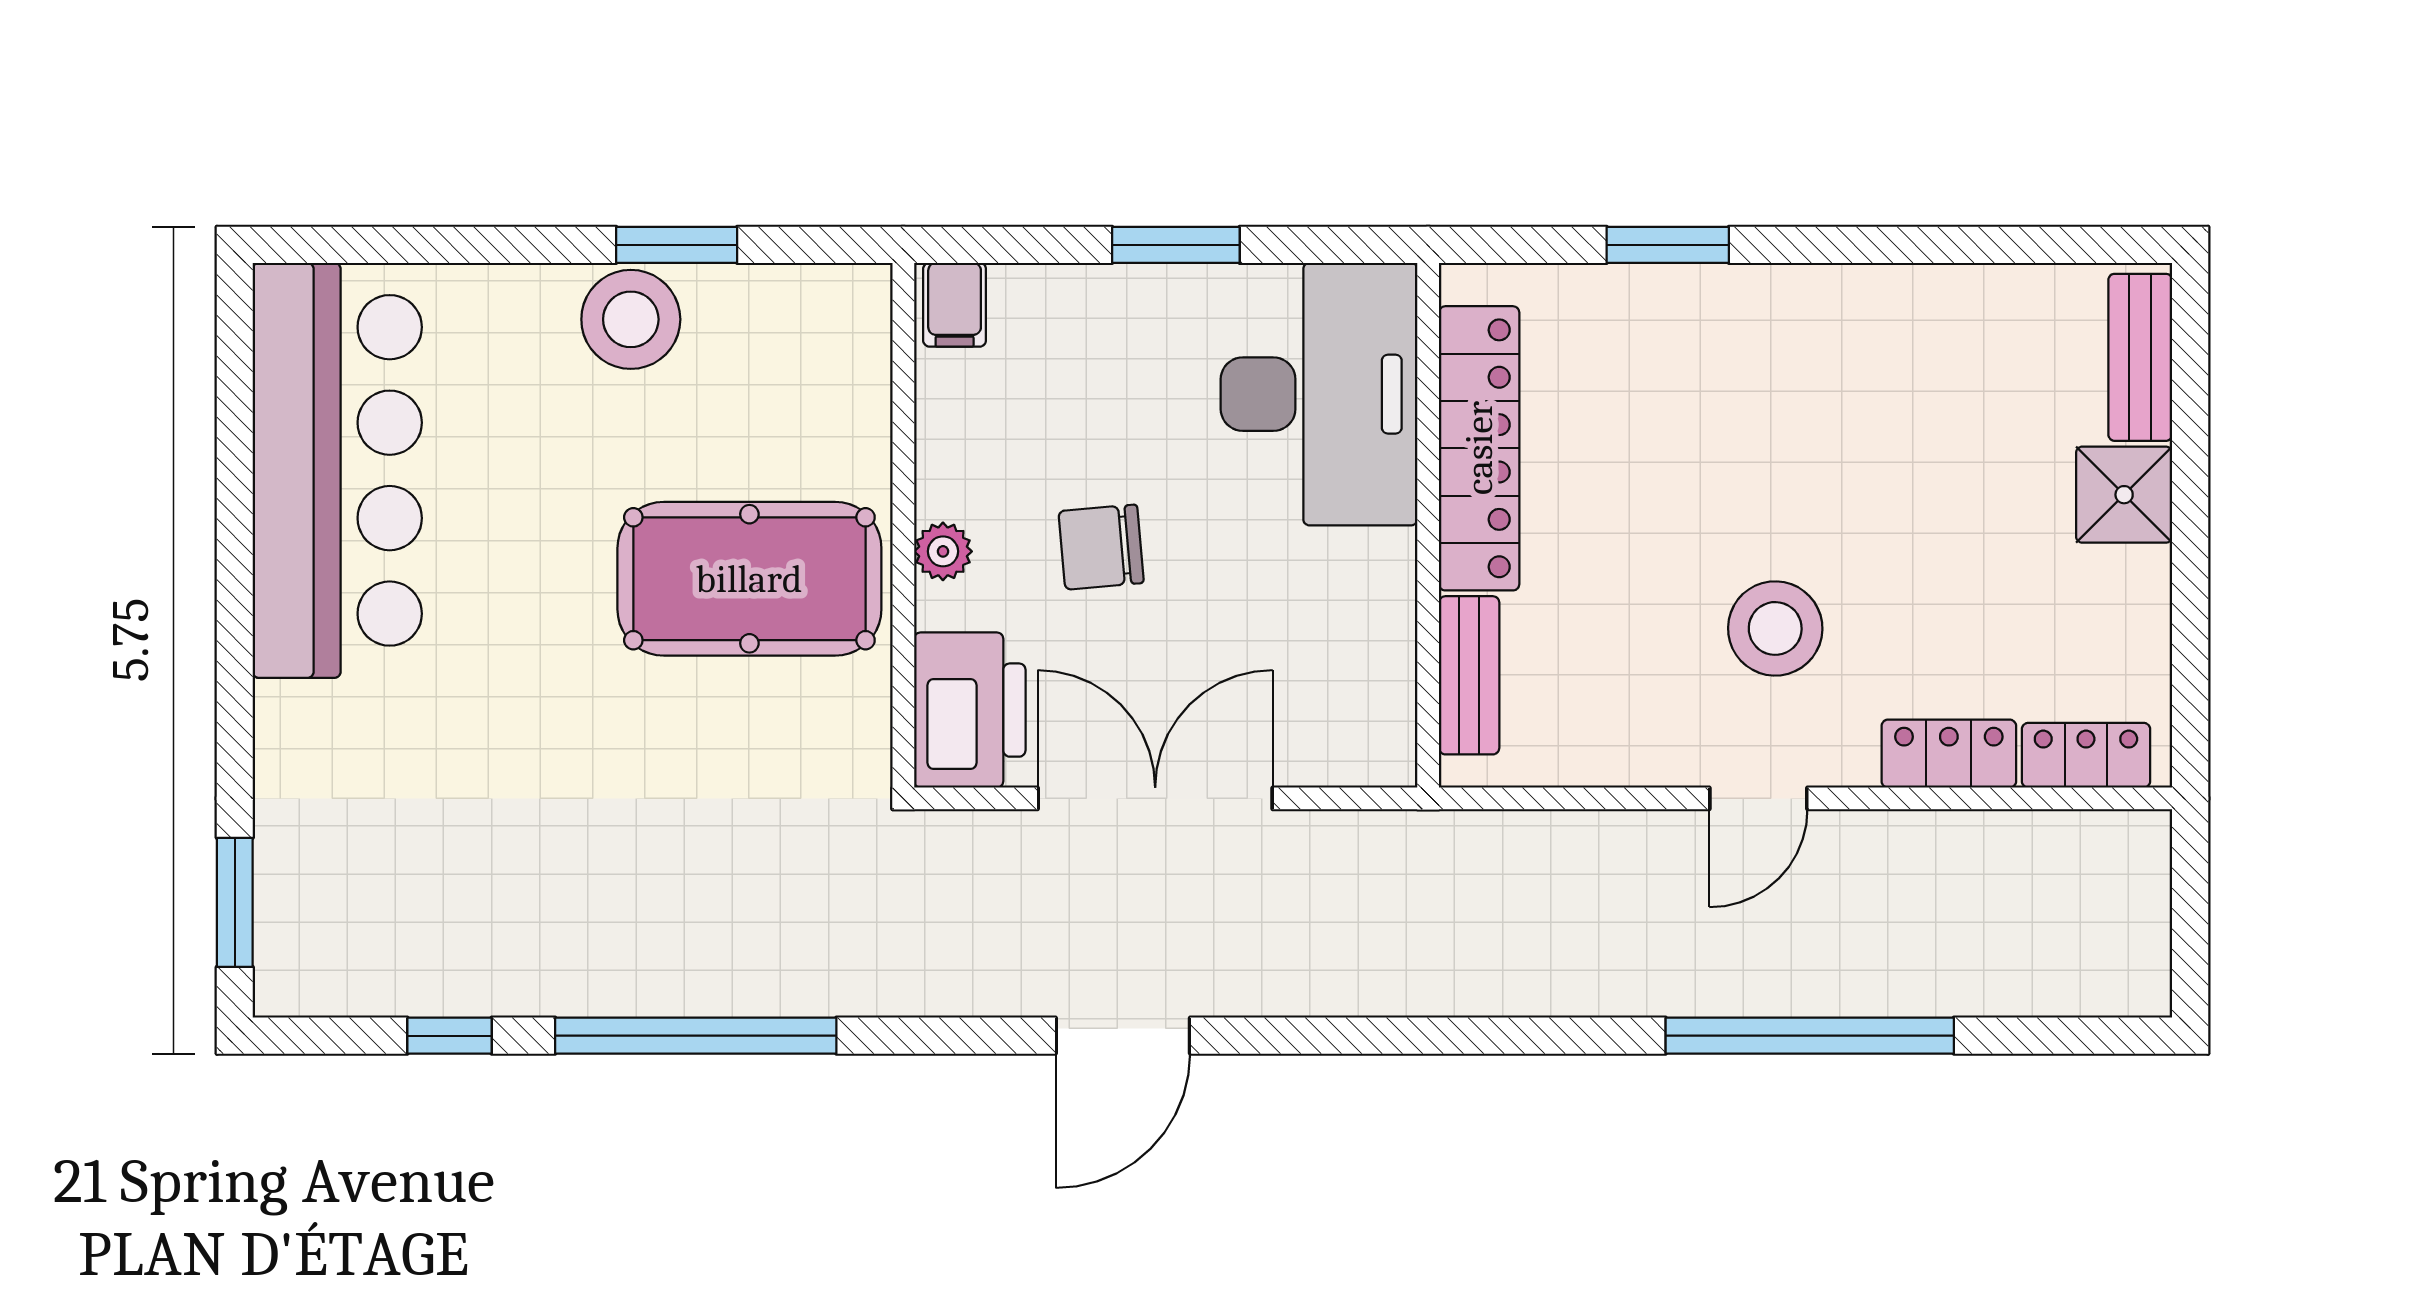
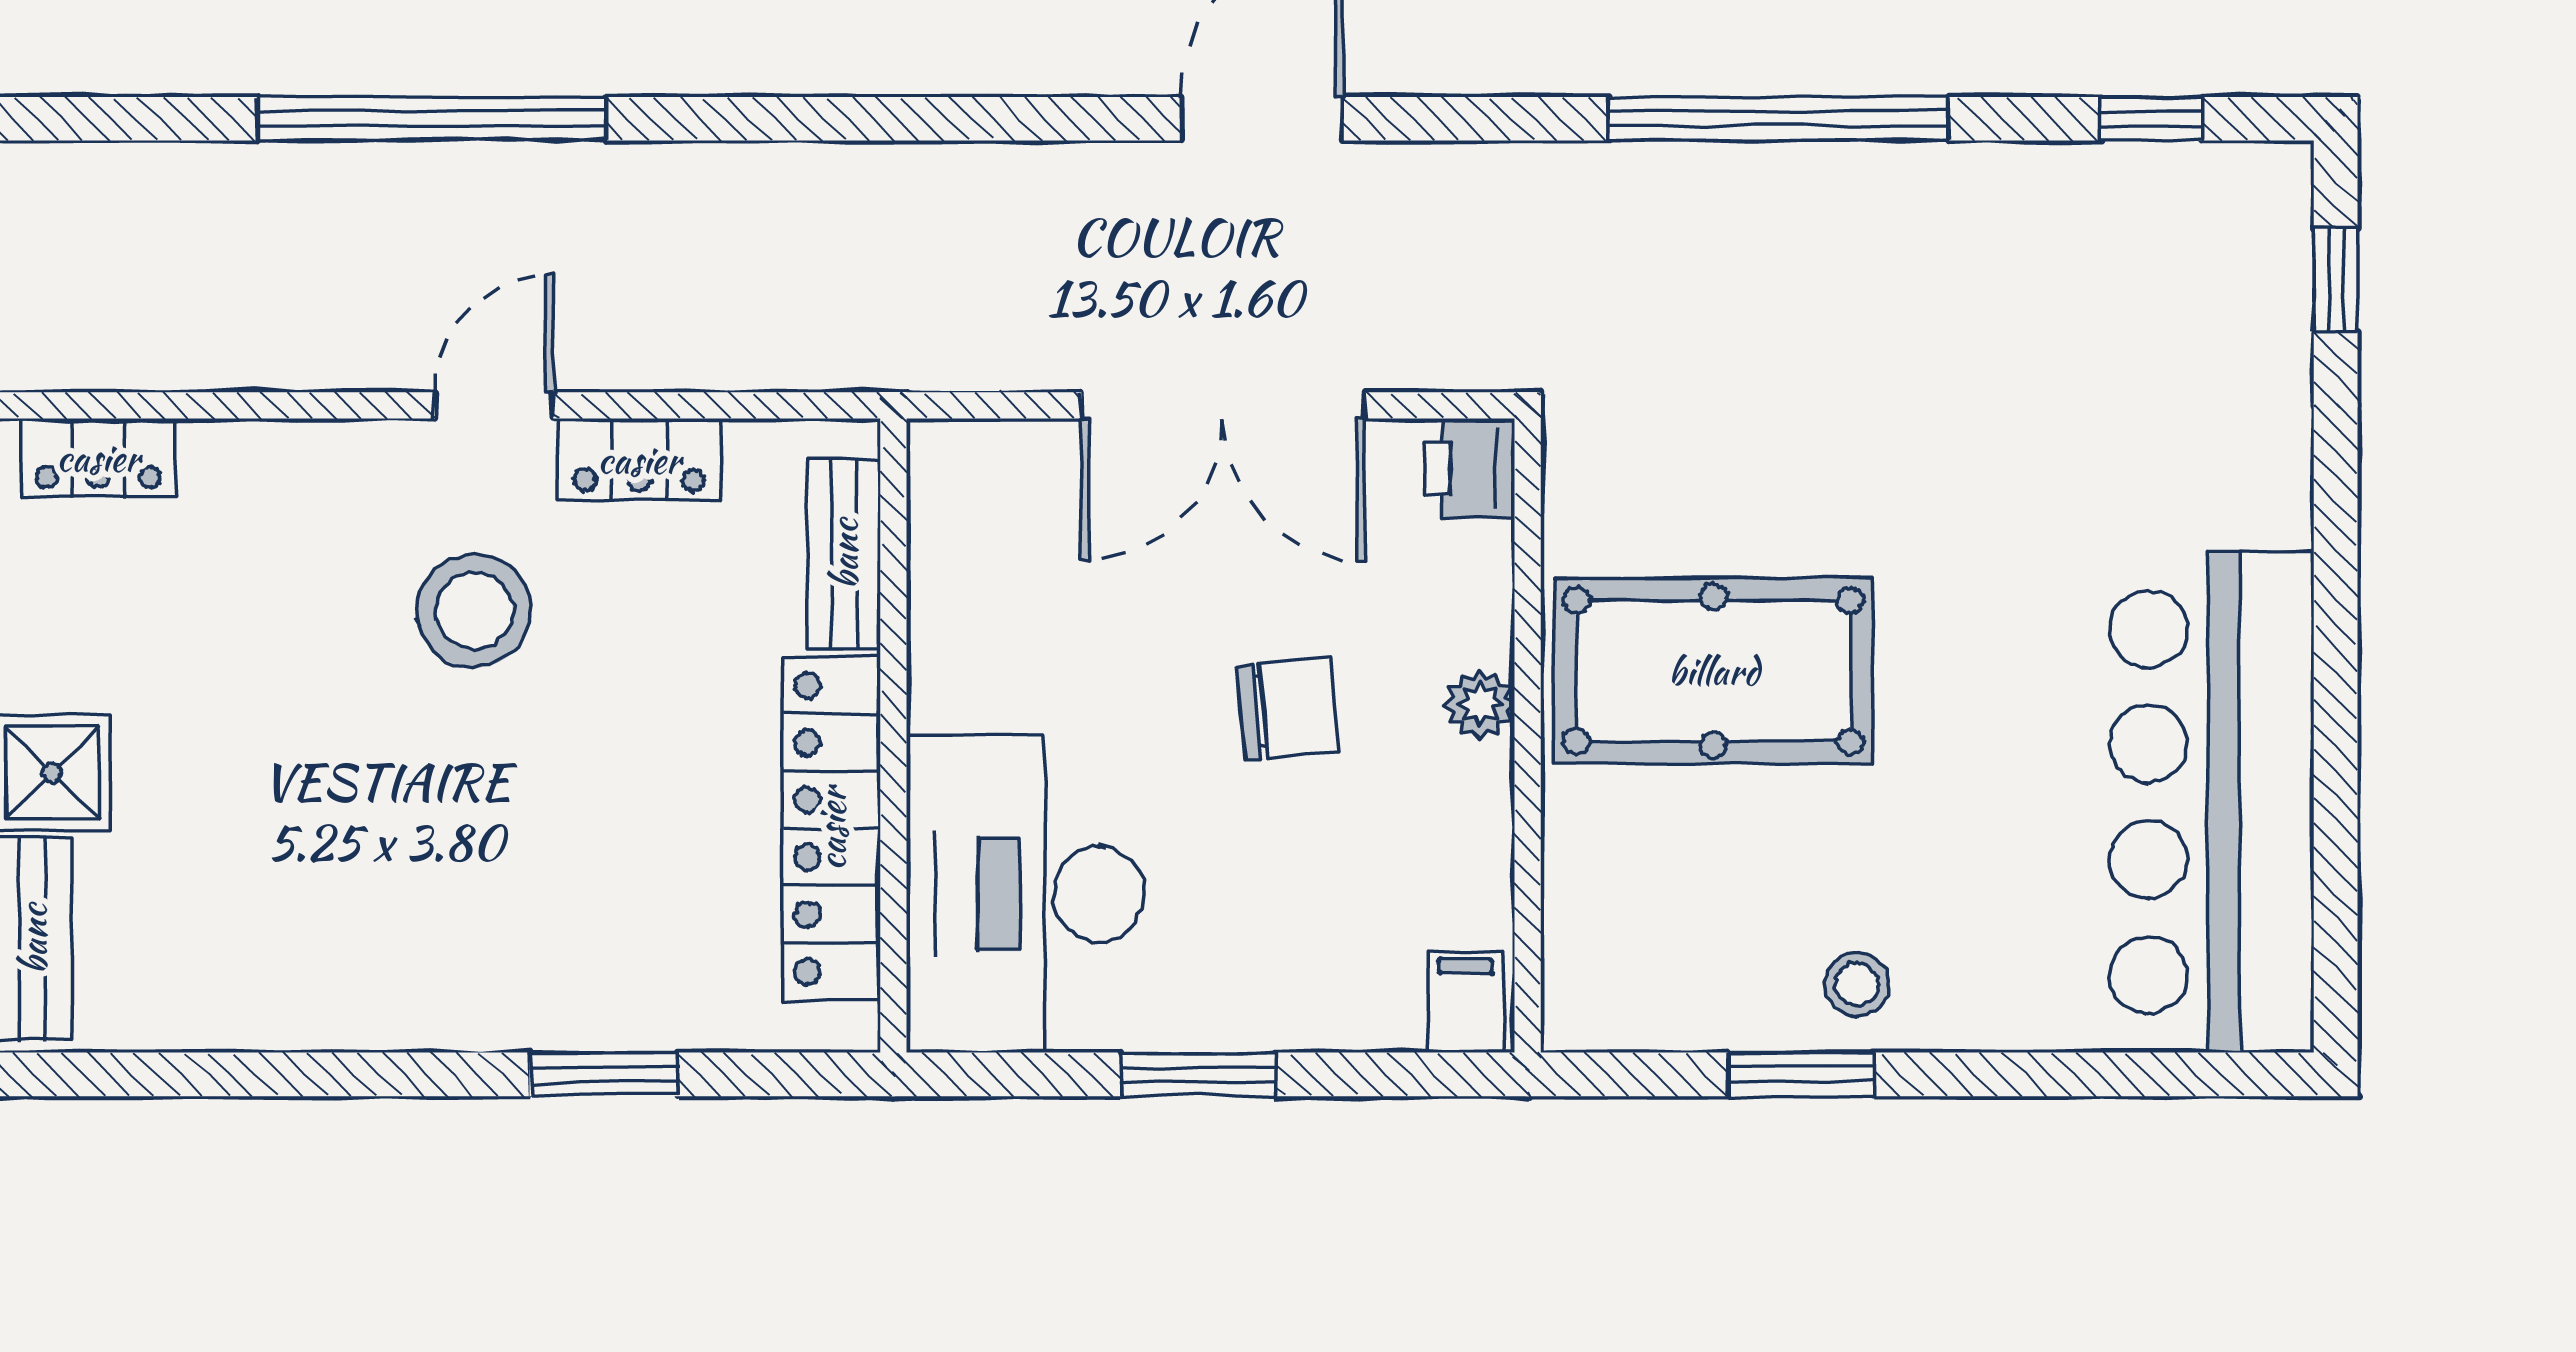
stool: (631, 319) -> (1857, 984), width x0.53, depth x0.53
printer: (970, 710) -> (1469, 469), width x0.53, depth x0.68
locker: (1949, 754) -> (639, 460), moved
window: (235, 902) -> (2336, 280), width x0.67
window: (450, 1036) -> (2151, 119), moved

